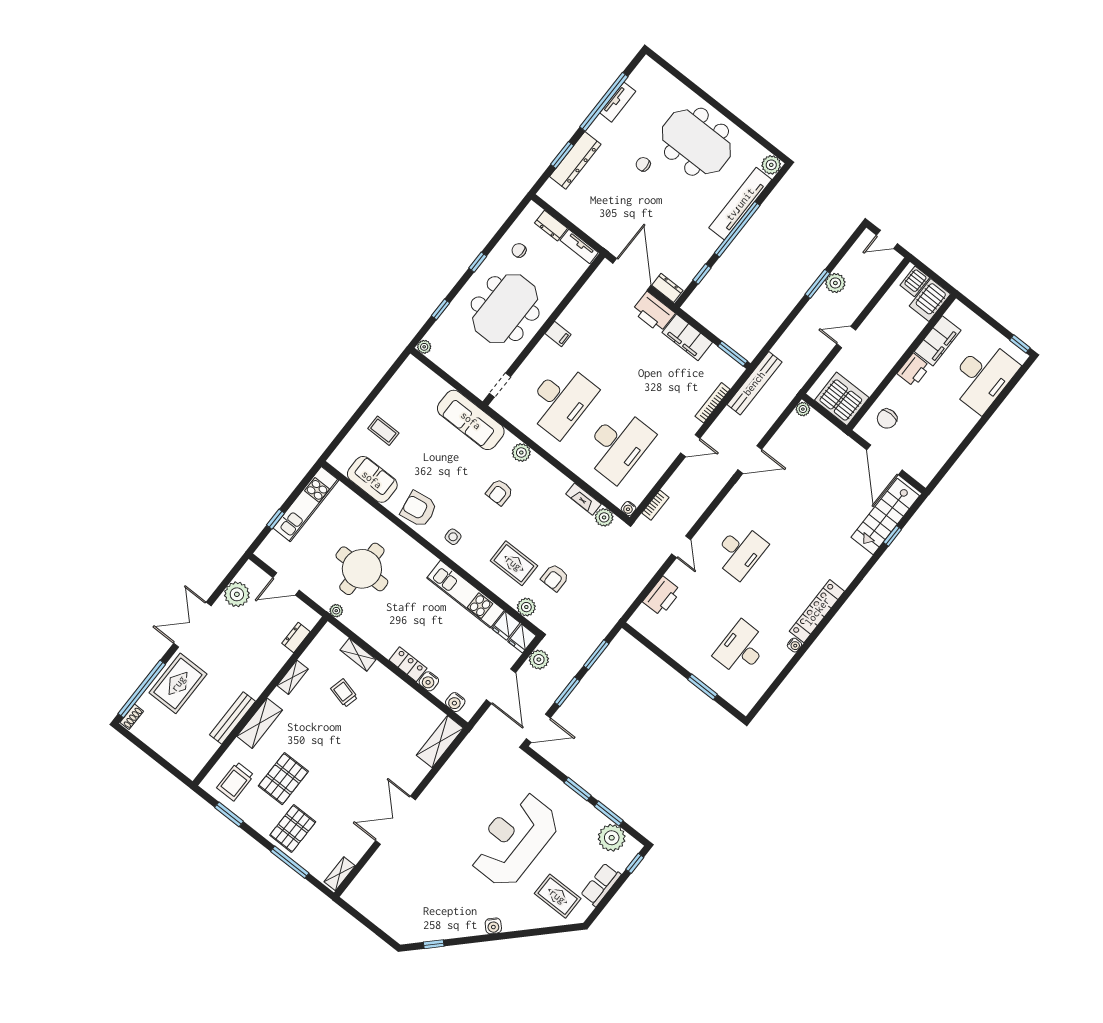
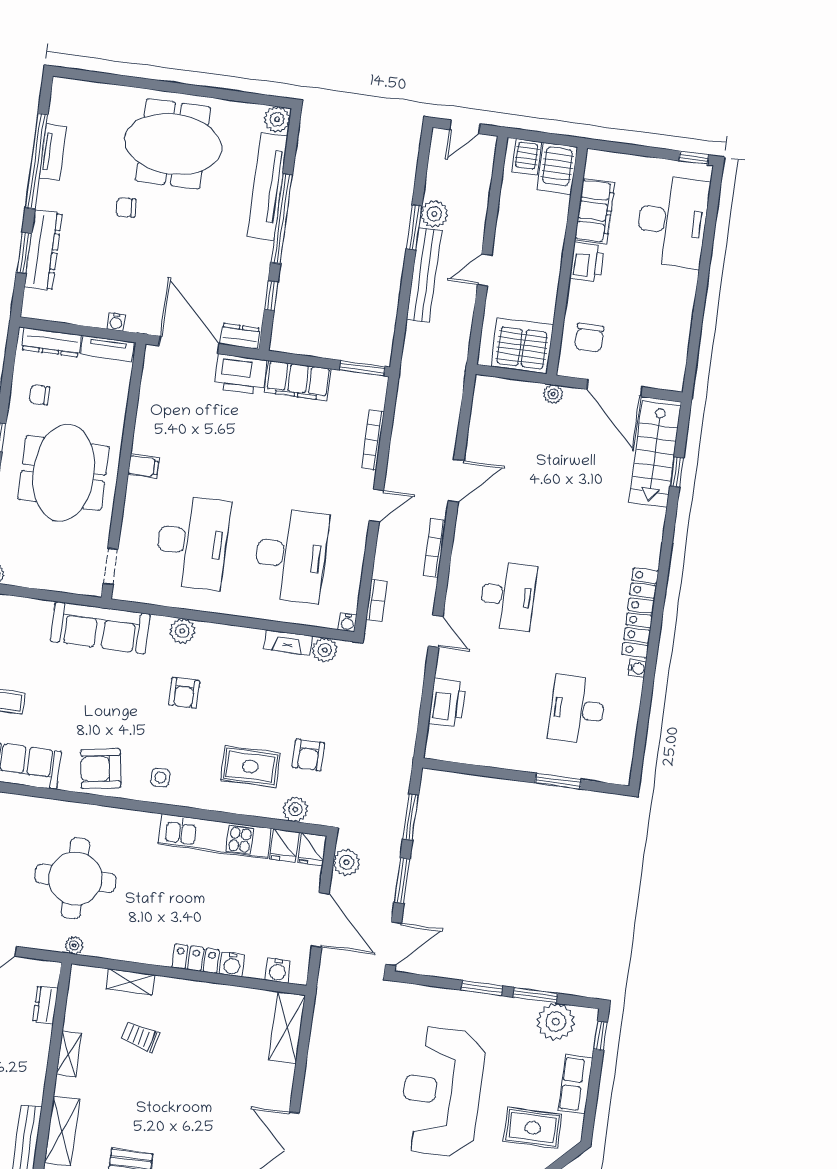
dresser: (551, 226) -> (51, 342), width x1.44
water cooler: (594, 233) -> (116, 322), added
bench: (754, 383) -> (424, 275), moved
plant: (803, 409) -> (553, 394), moved
bookcase: (712, 494) -> (435, 548), added

